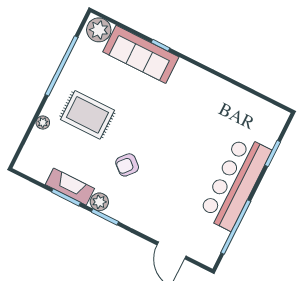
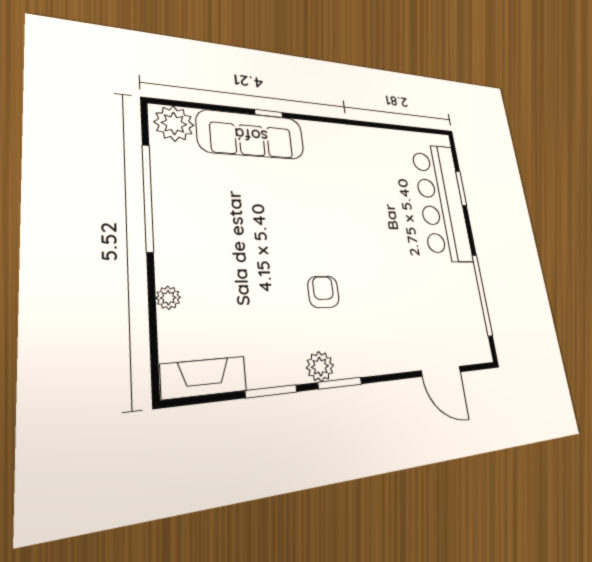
rug: (87, 115) -> (229, 251), removed
armchair: (127, 165) -> (323, 292), turned 139
bar counter: (235, 183) -> (442, 202), moved
fireplace: (70, 187) -> (204, 378), moved

